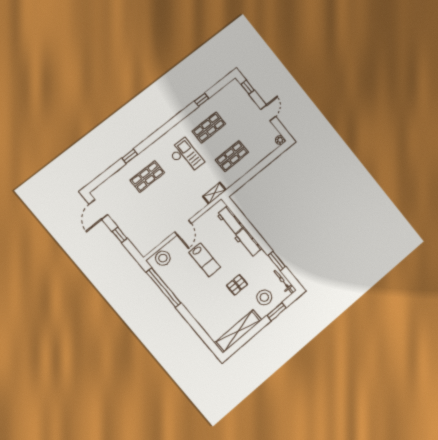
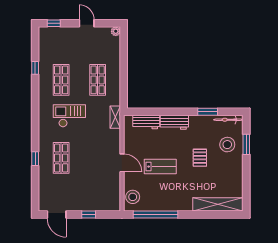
shelving: (238, 331) -> (218, 204), moved, turned 90

